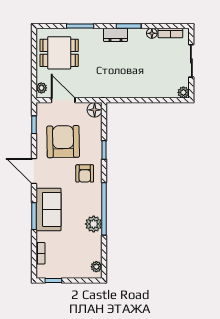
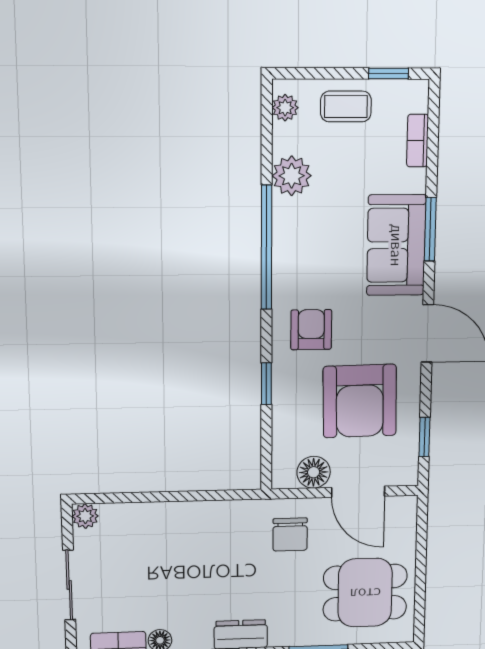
chair: (93, 81) -> (290, 534), added
plant: (41, 88) -> (406, 517), removed
floor lamp: (95, 110) -> (314, 472), moved
plant: (94, 224) -> (292, 176), moved
coffee table: (71, 267) -> (346, 106), added

